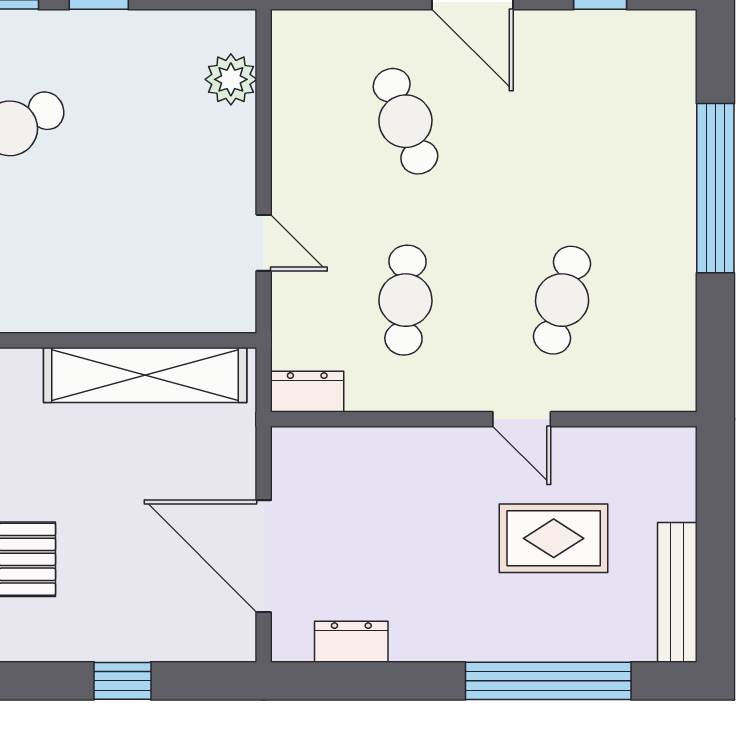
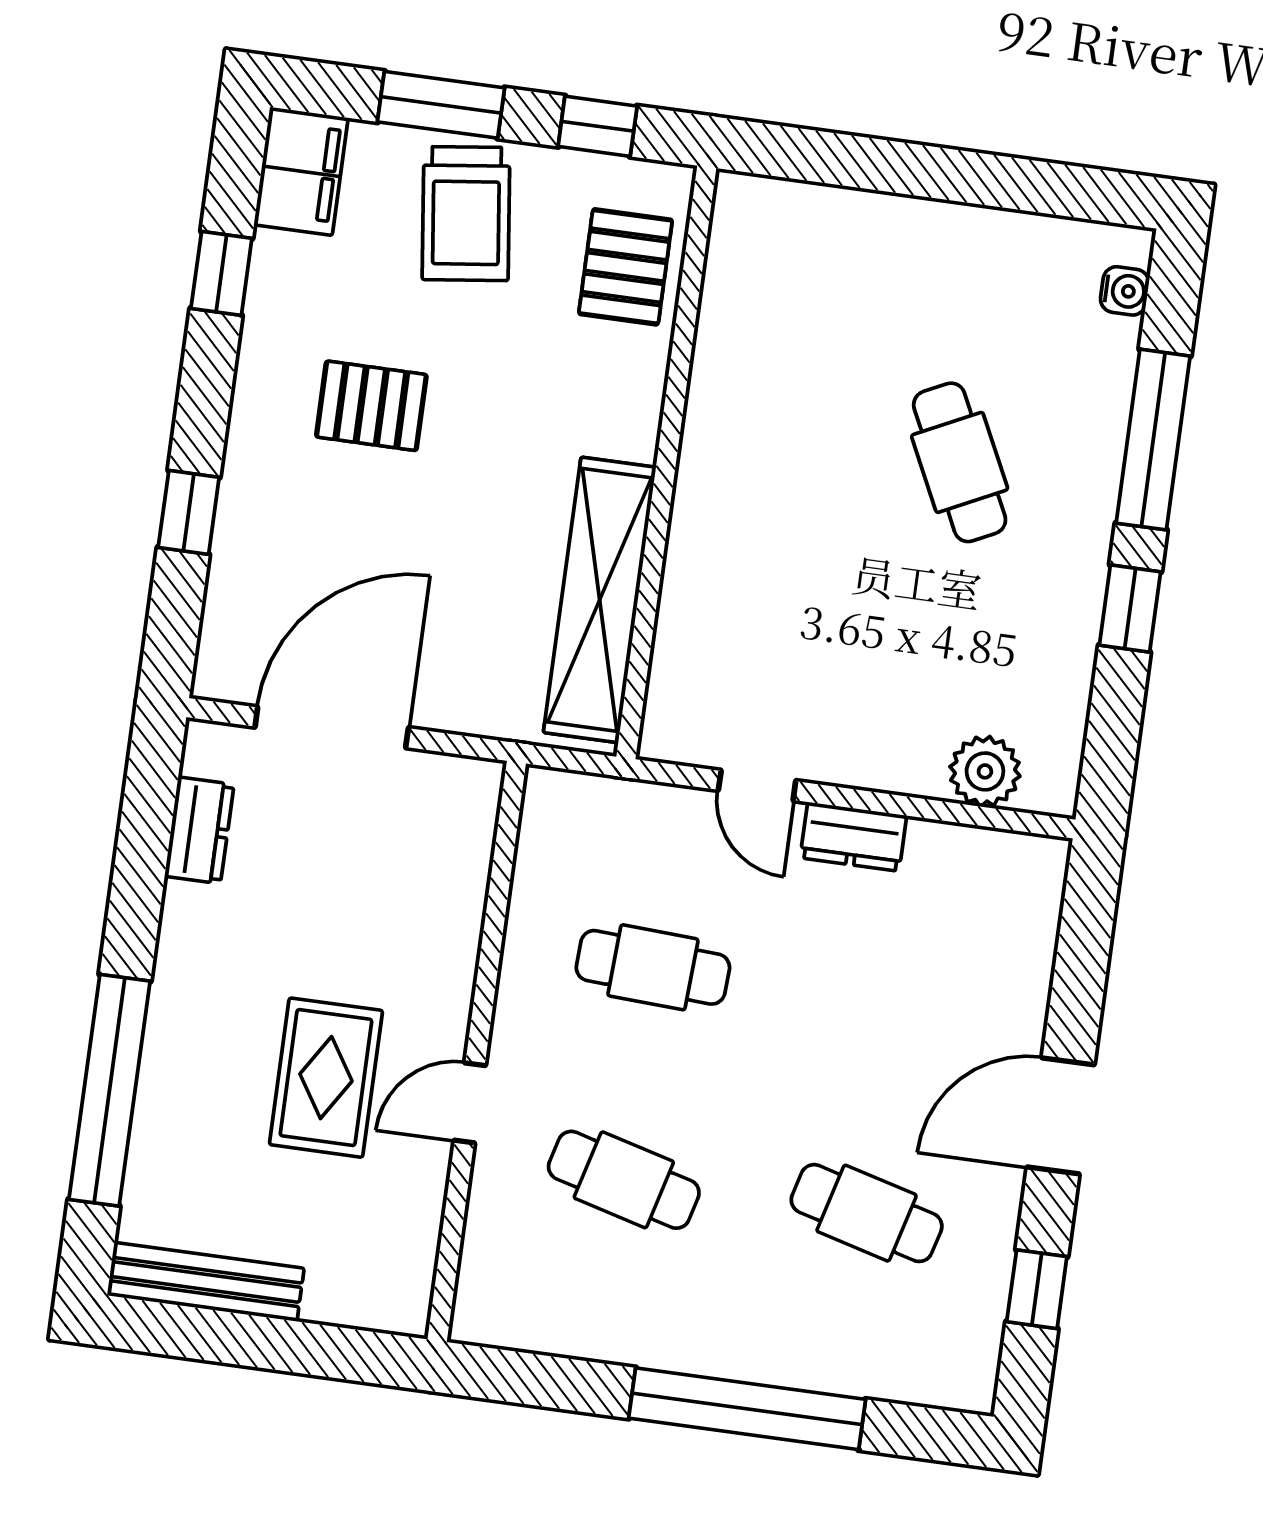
cafe table: (405, 121) -> (867, 1213), moved, turned 36
door: (264, 243) -> (757, 786), hinge flipped
dresser: (307, 392) -> (853, 837), moved, turned 90
rug: (554, 538) -> (326, 1078), moved

